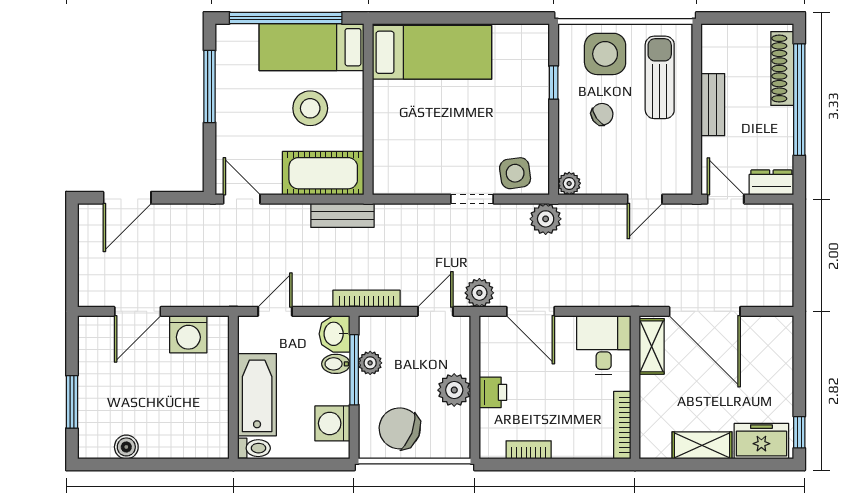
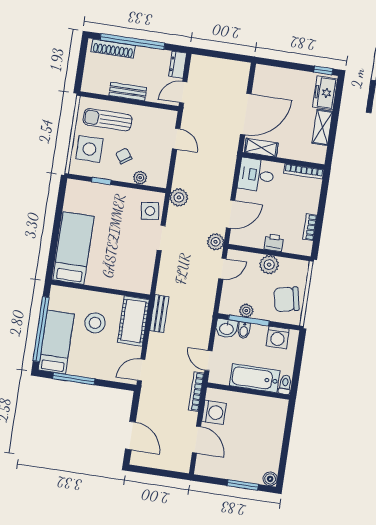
bed: (312, 47) -> (56, 342), moved, turned 180
plant: (569, 183) -> (140, 178), moved
bookcase: (367, 299) -> (196, 392), moved
door: (435, 311) -> (222, 269), swing flipped
chair: (400, 428) -> (286, 299), turned 57
boiler: (126, 447) -> (270, 479), moved

